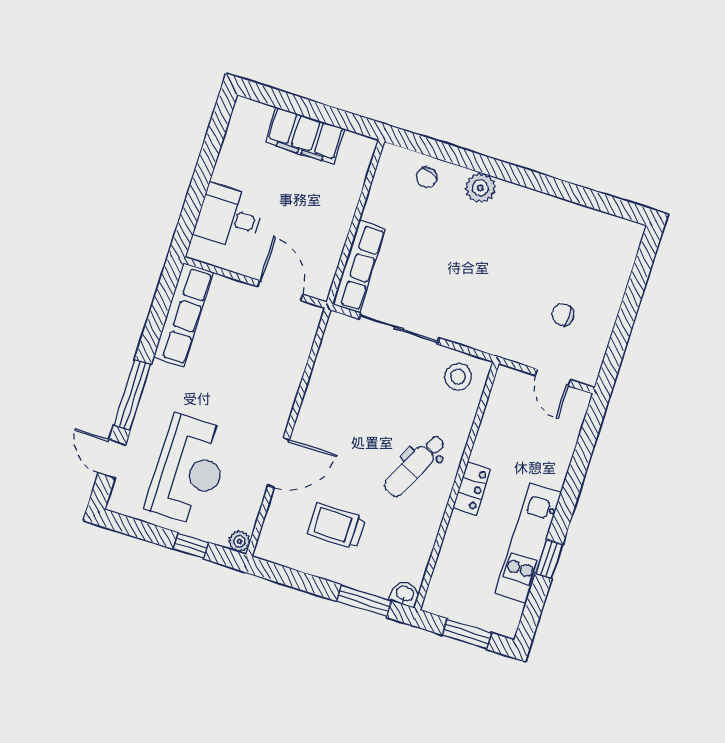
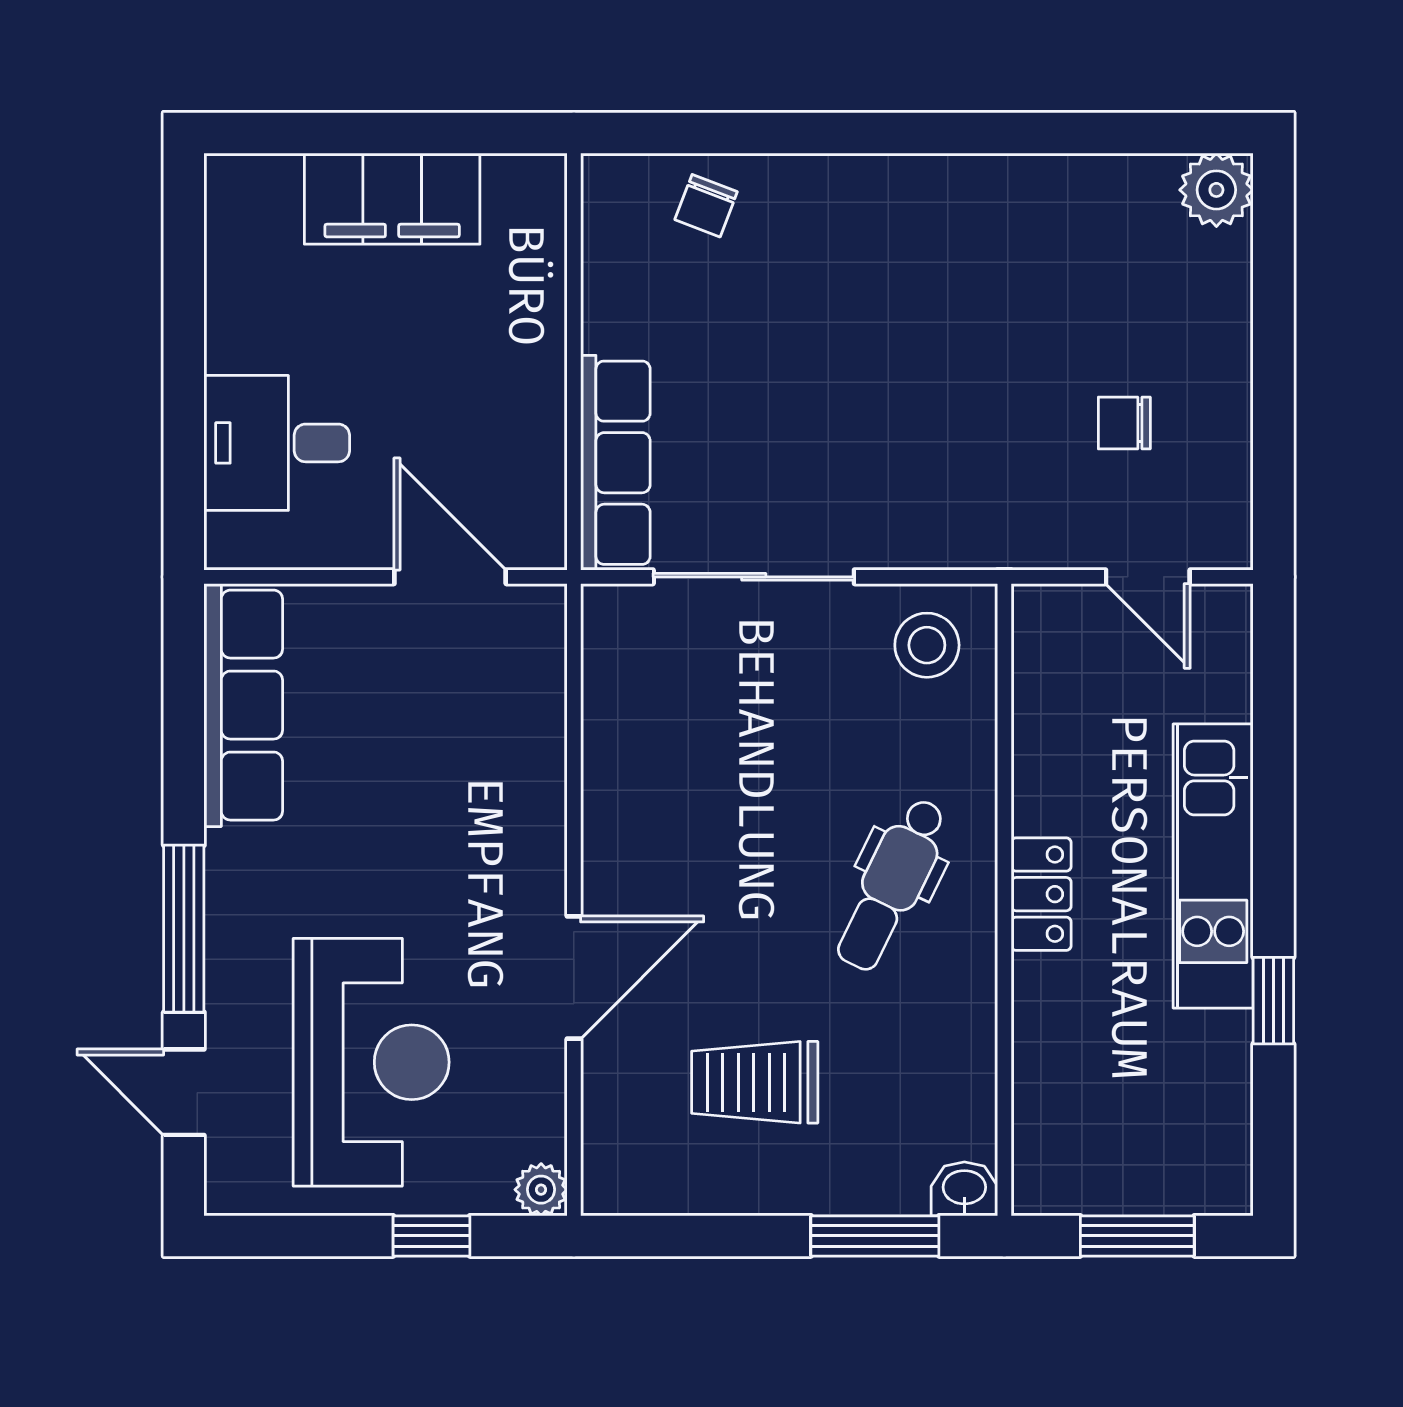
plant: (480, 188) -> (1216, 190), moved
kitchen unit: (528, 543) -> (1213, 866), moved

